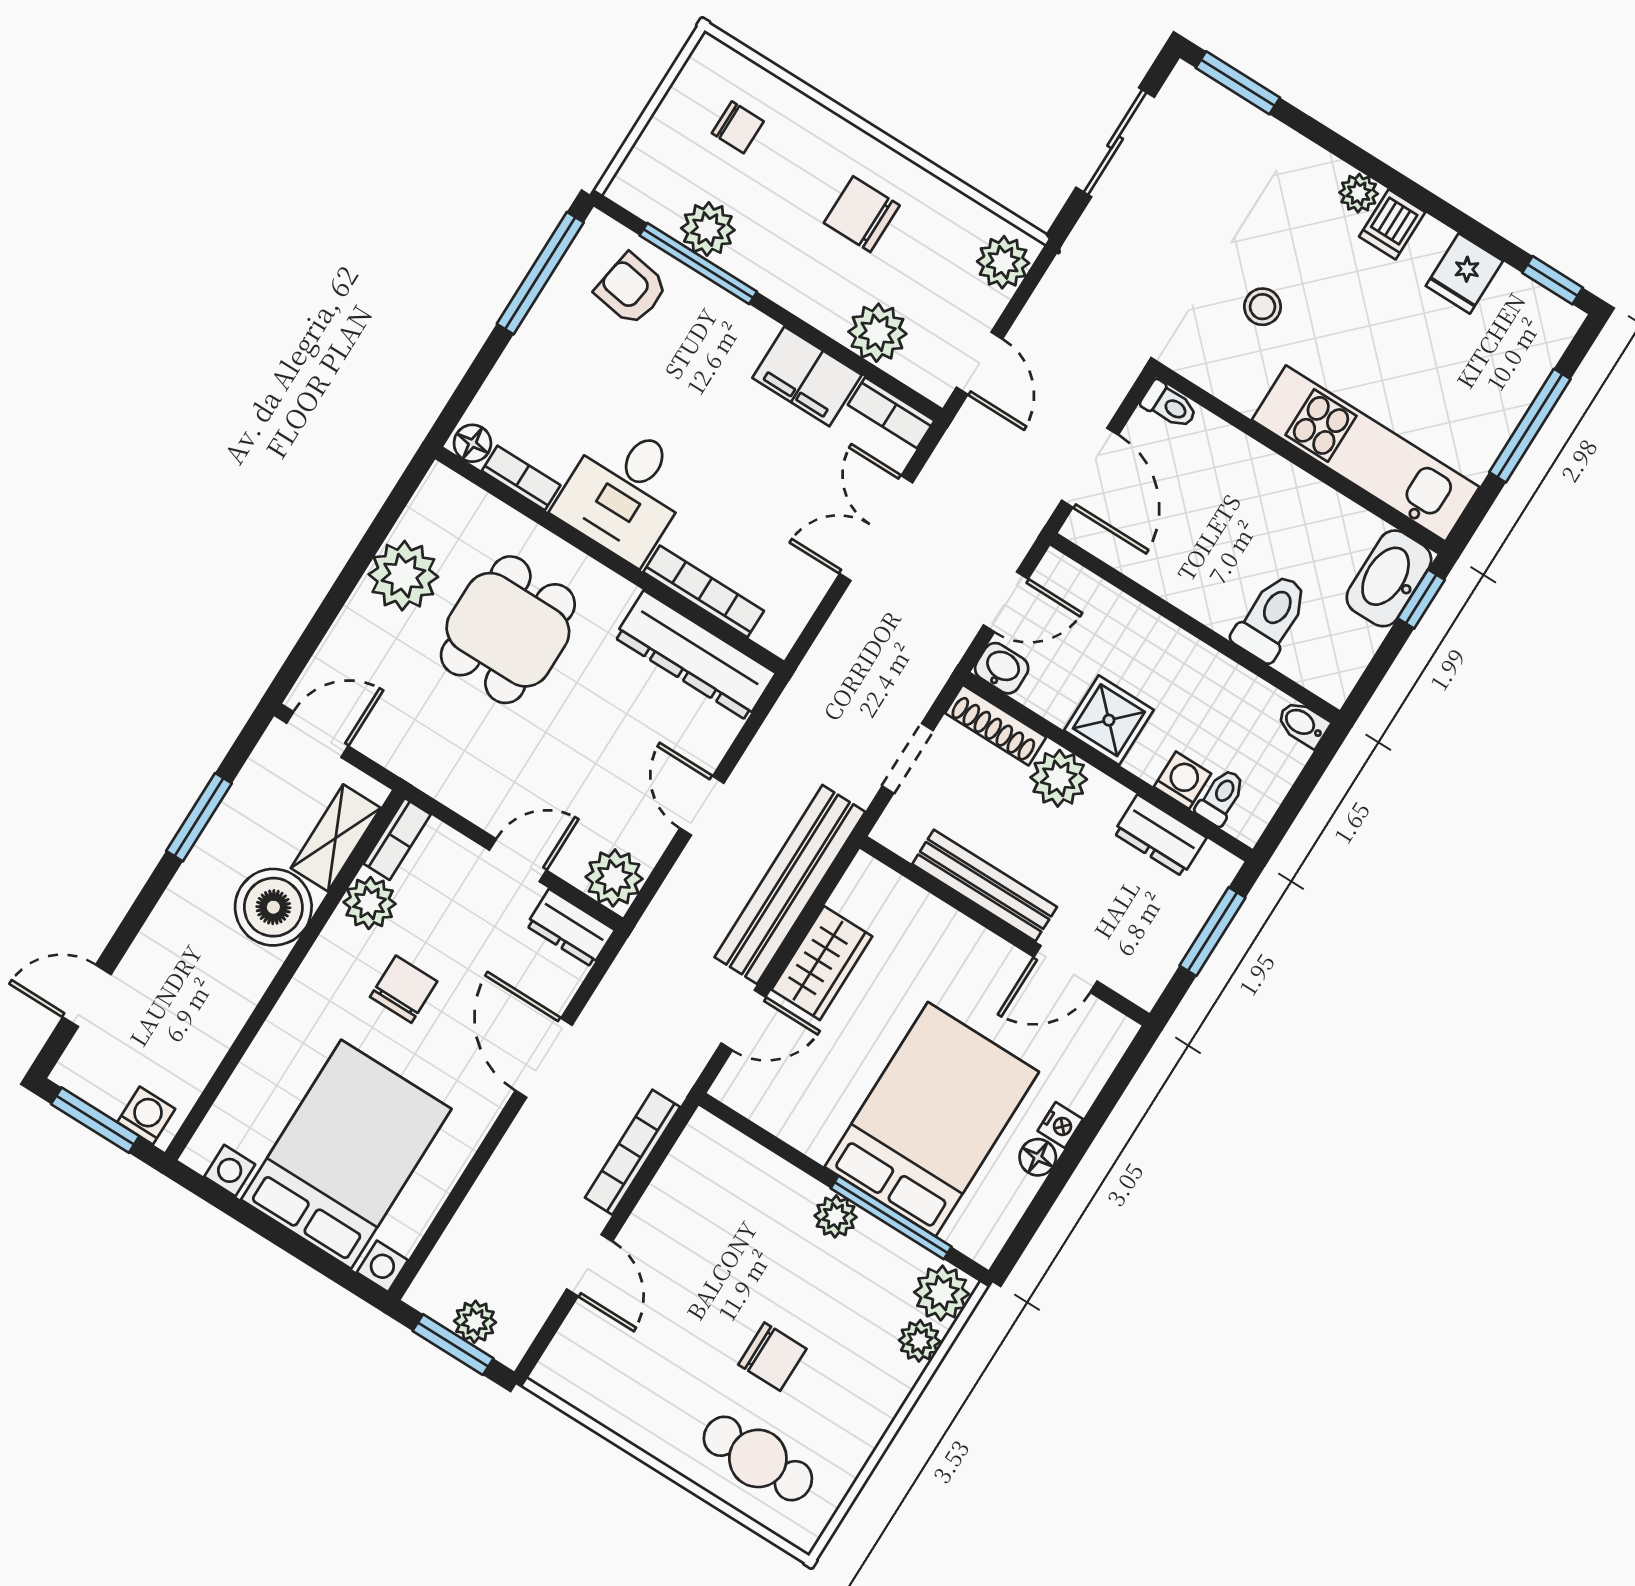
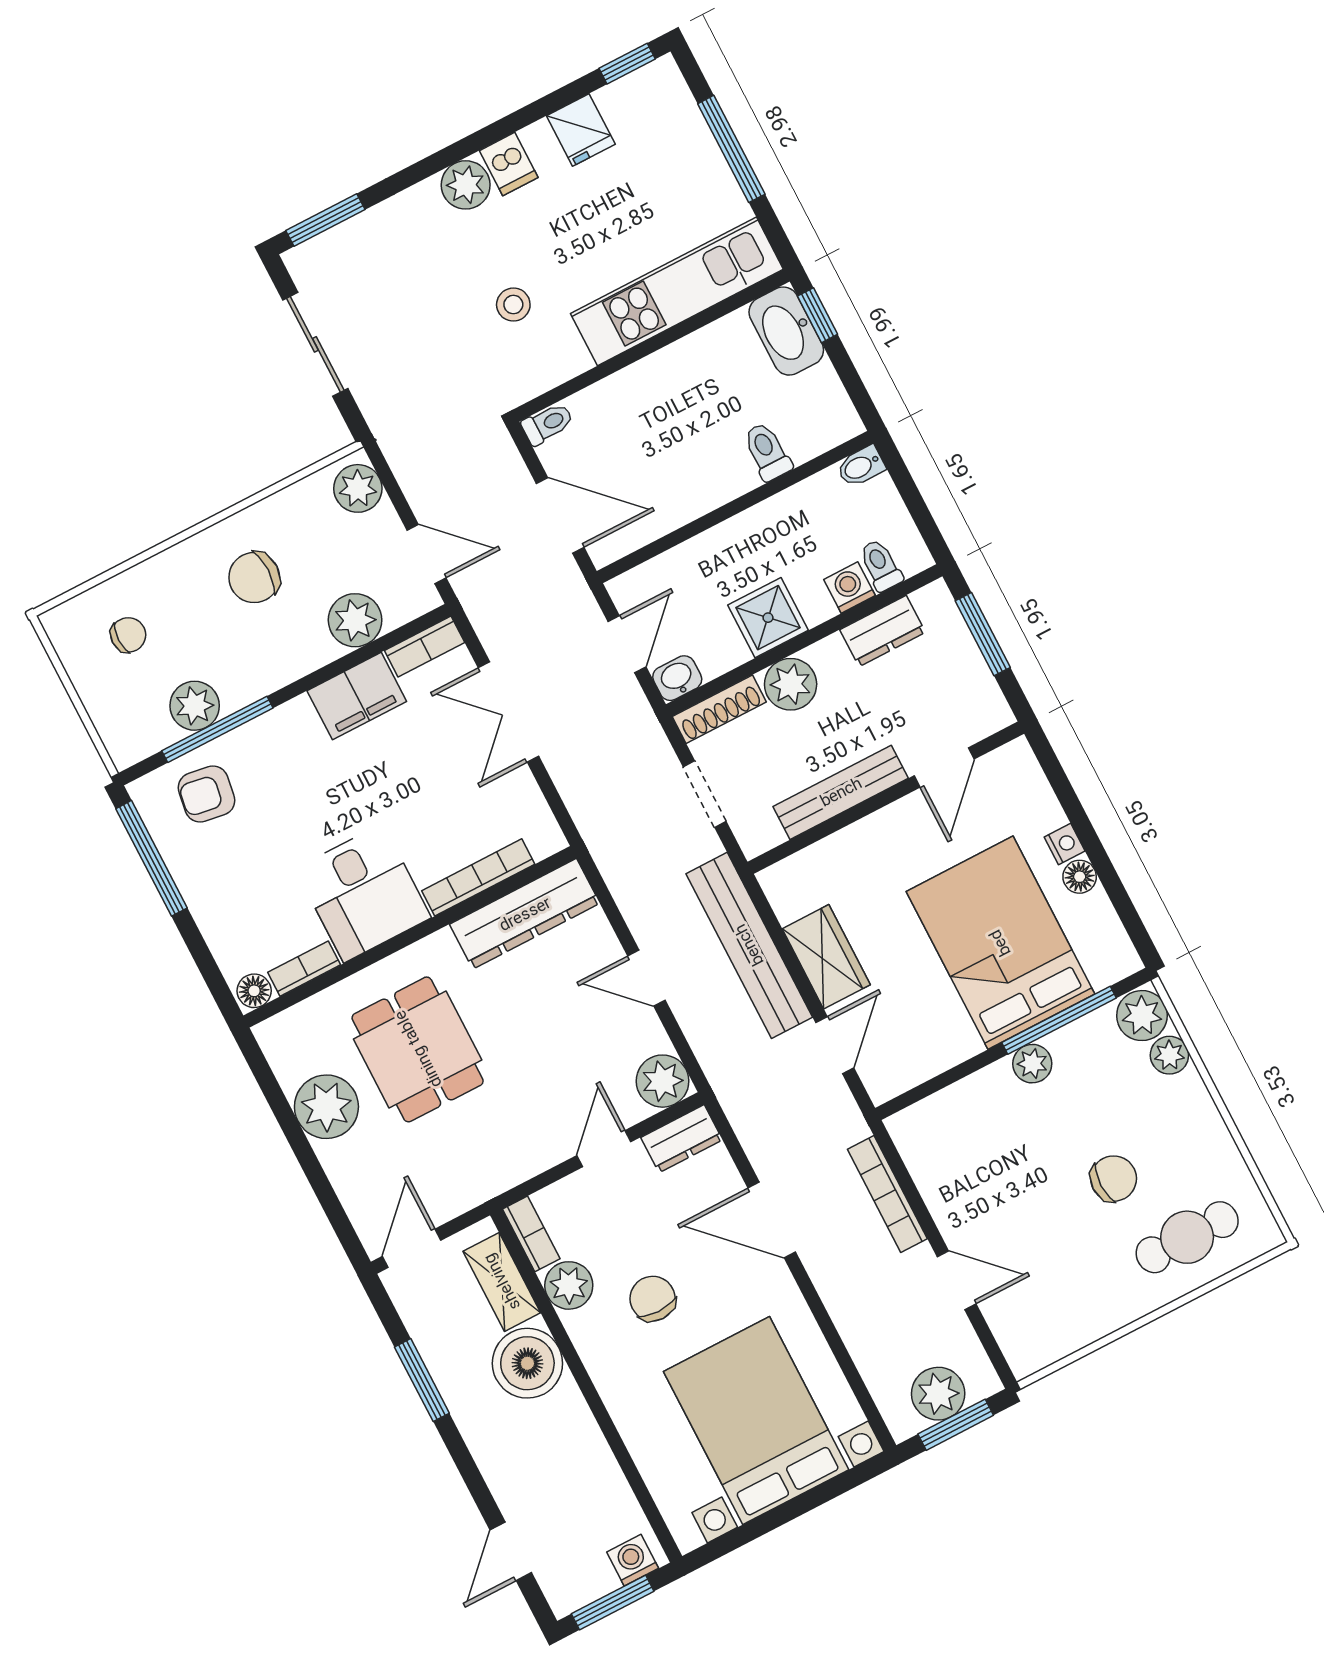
plant: (1359, 193) -> (466, 185), width x1.38, depth x1.38
toilet: (1271, 617) -> (767, 452), width x0.73, depth x0.72
plant: (475, 1322) -> (938, 1394), width x1.38, depth x1.38

